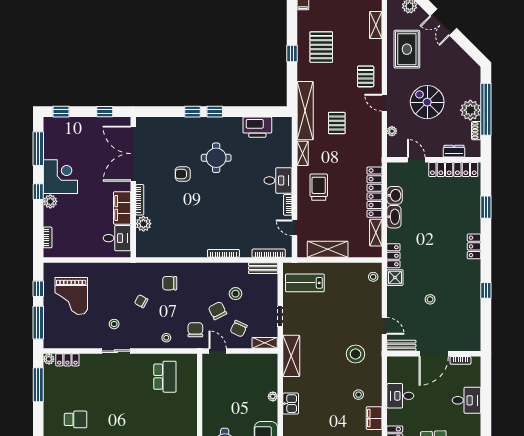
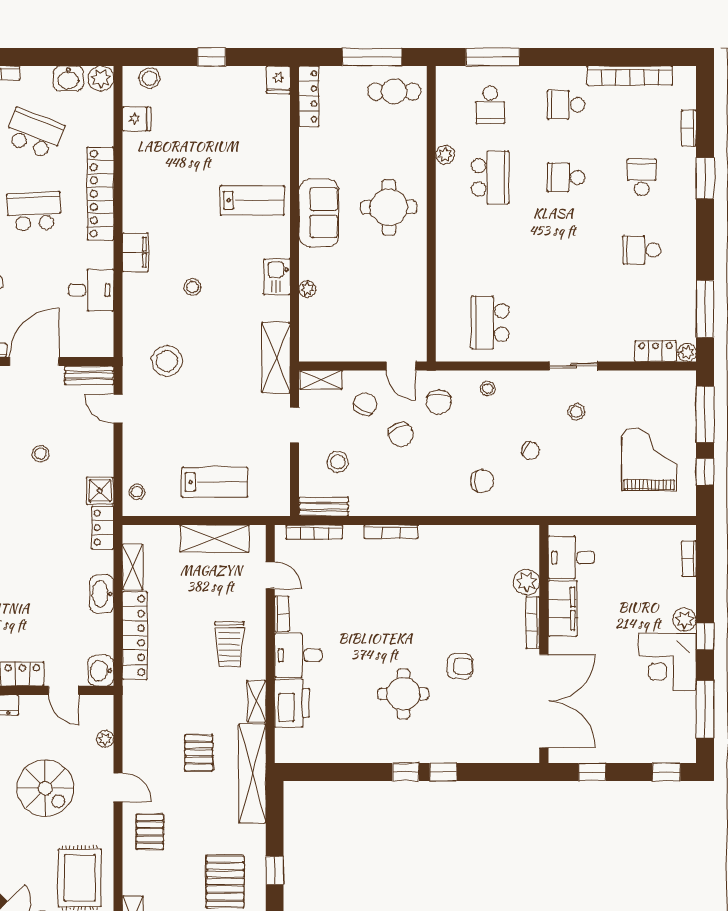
printer: (257, 127) -> (292, 703), moved, turned 90
washbasin: (395, 195) -> (101, 671), moved
lab bench: (305, 283) -> (215, 482), moved
stool: (236, 294) -> (338, 462), moved
stool: (359, 395) -> (193, 287), moved

